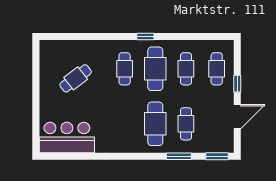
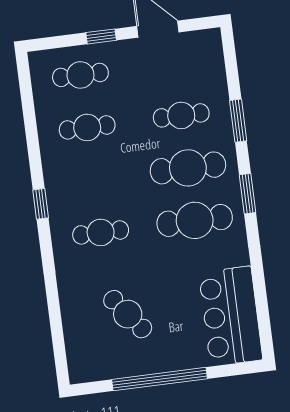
cafe table: (155, 69) -> (195, 220), moved
window: (36, 92) -> (160, 379), added
window: (217, 156) -> (248, 194), moved

